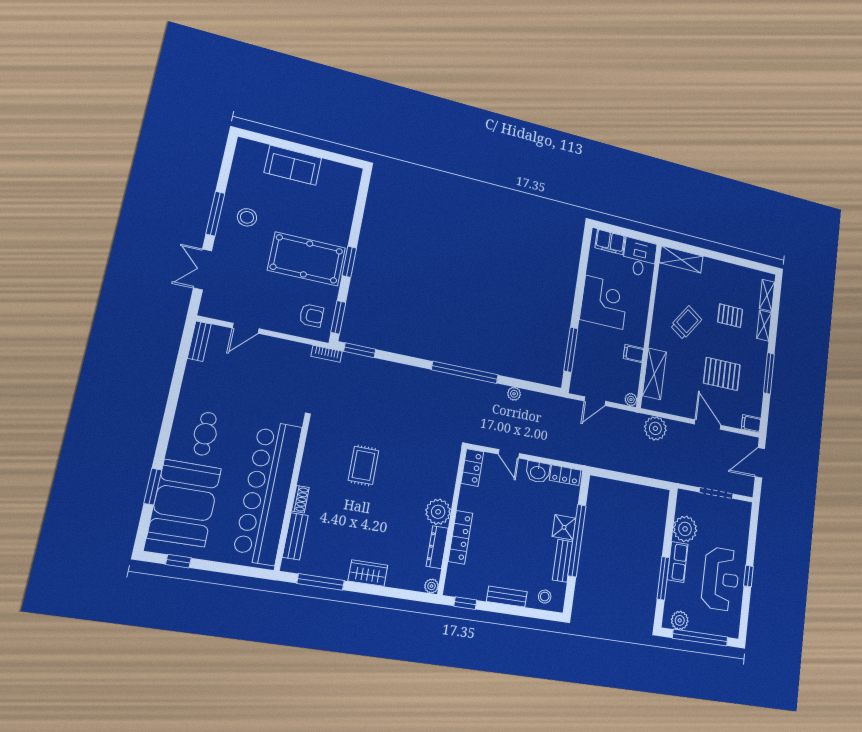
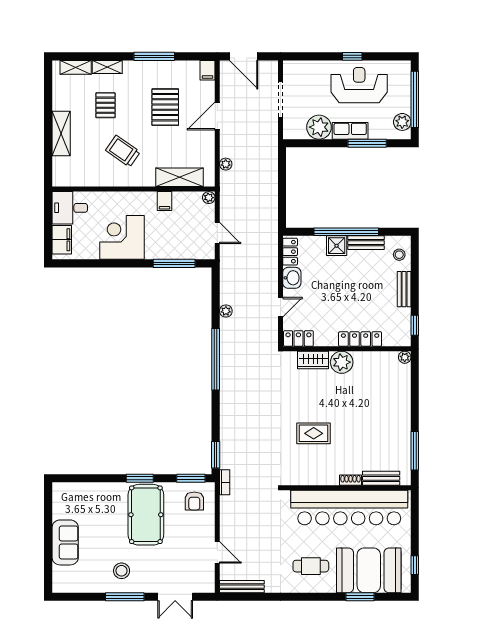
shelving: (681, 259) -> (61, 134), moved
armchair: (311, 315) -> (194, 501), turned 180
bench: (199, 341) -> (242, 587), width x1.36
plant: (655, 428) -> (226, 164), width x0.53, depth x0.53
dresser: (437, 547) -> (372, 358), removed
wardrobe: (368, 573) -> (313, 360), moved, turned -90

